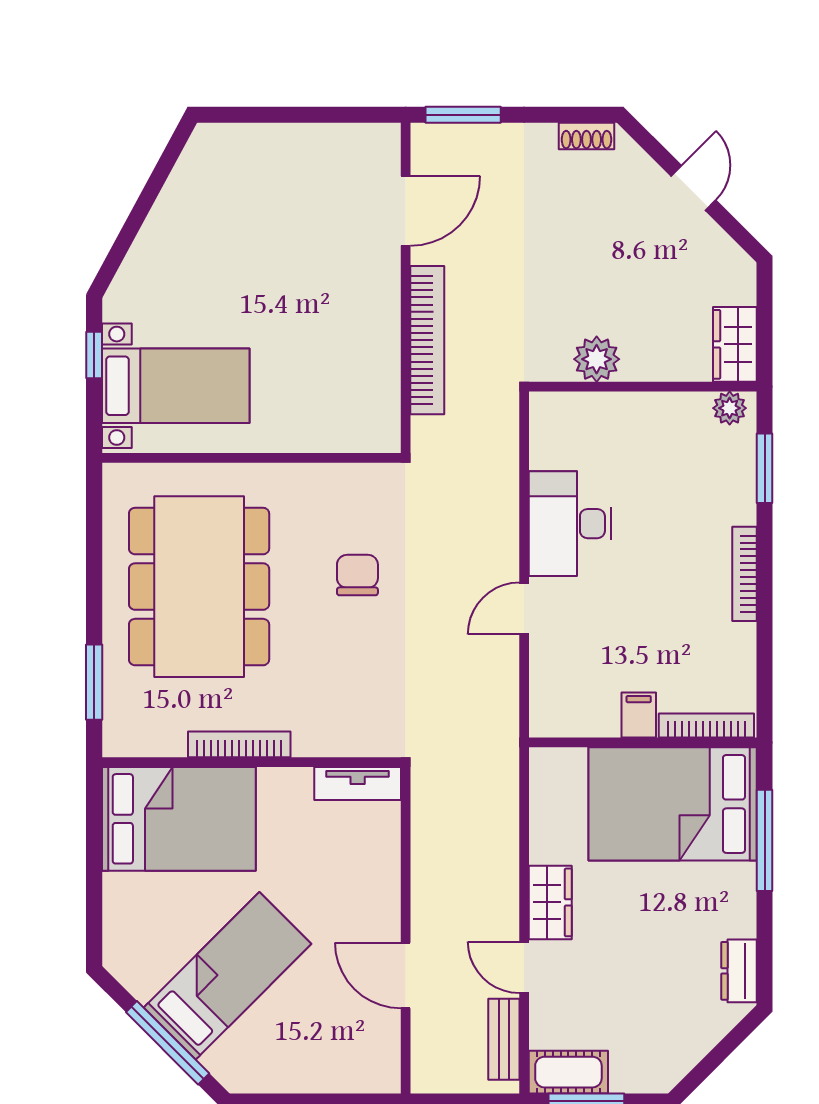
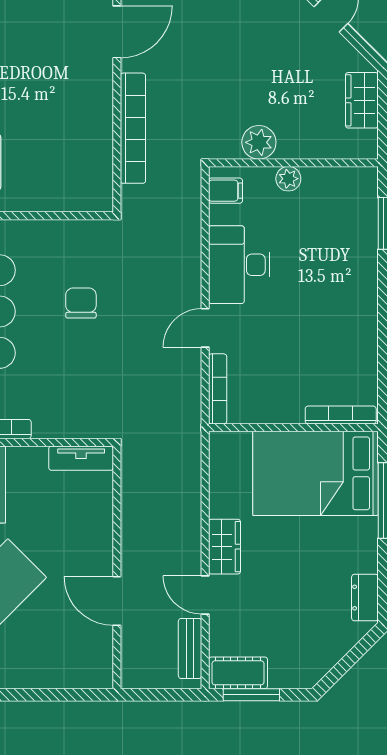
wardrobe: (735, 344) -> (362, 100), moved
plant: (730, 408) -> (288, 179), moved
bookcase: (745, 574) -> (218, 389), moved, turned 180
filing cabinet: (639, 715) -> (226, 191), moved, turned 90

